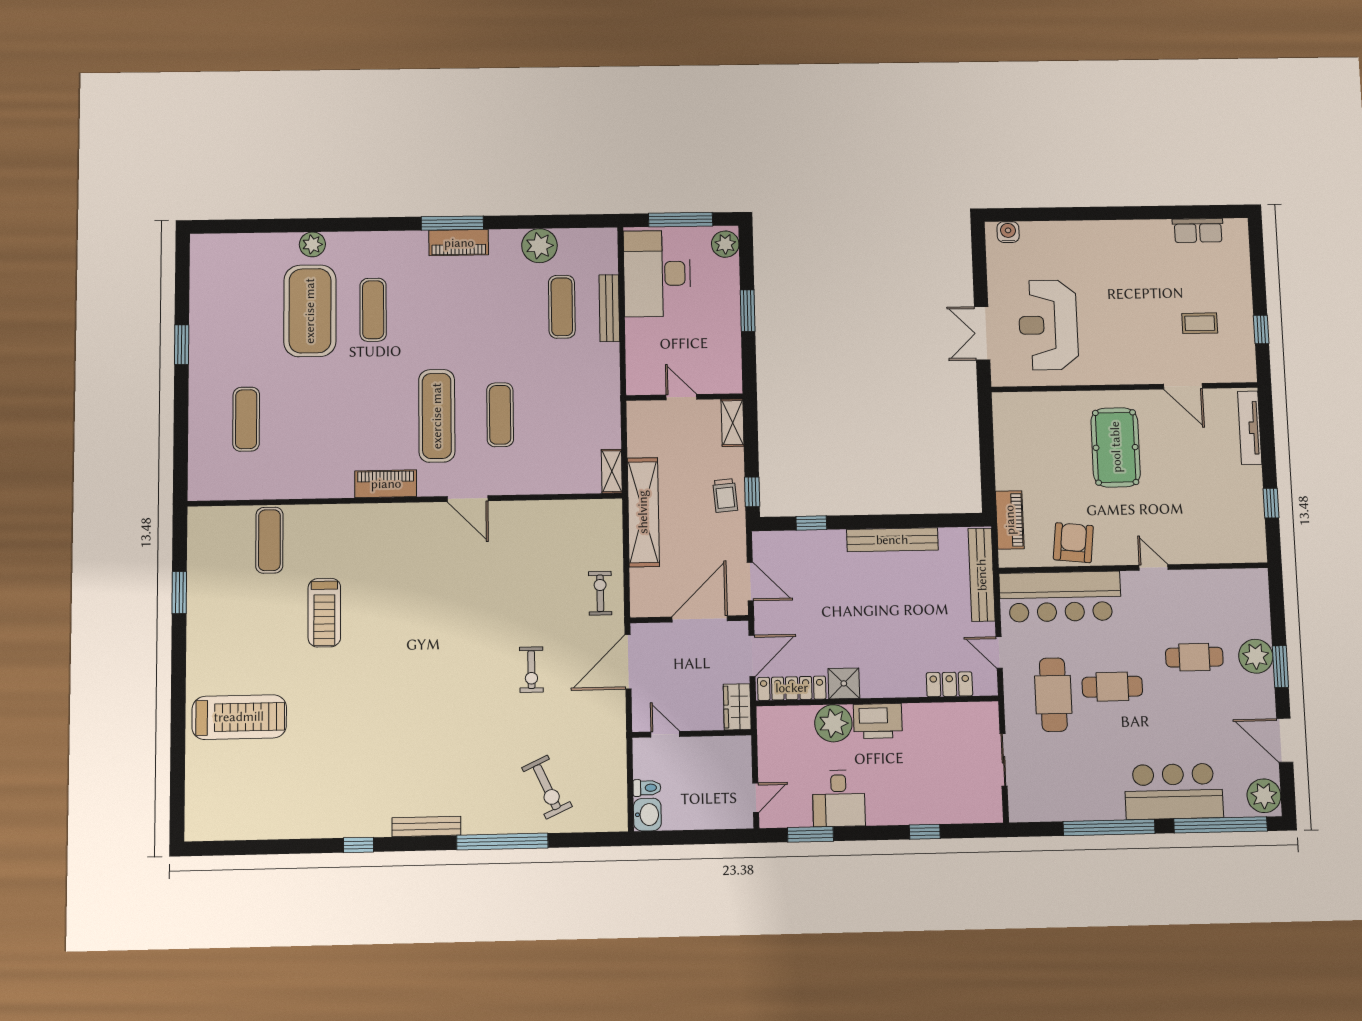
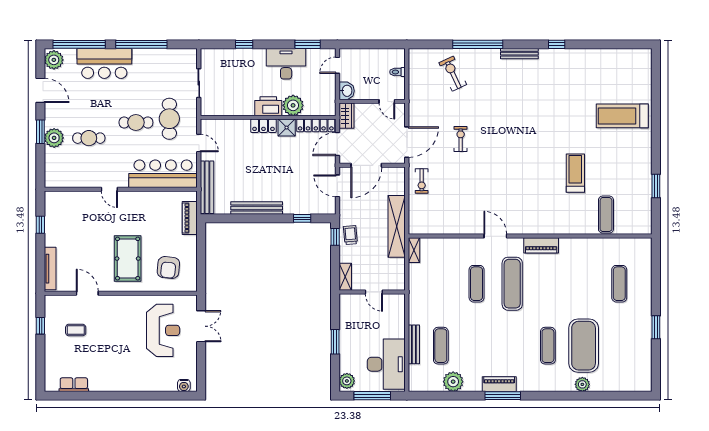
armchair: (1073, 543) -> (168, 268), moved
locker: (949, 684) -> (263, 126), moved
desk: (839, 798) -> (286, 64), width x1.37
washbasin: (647, 815) -> (347, 91), moved, turned 180

